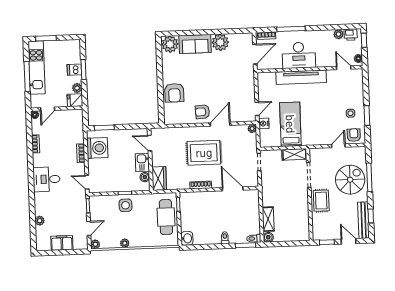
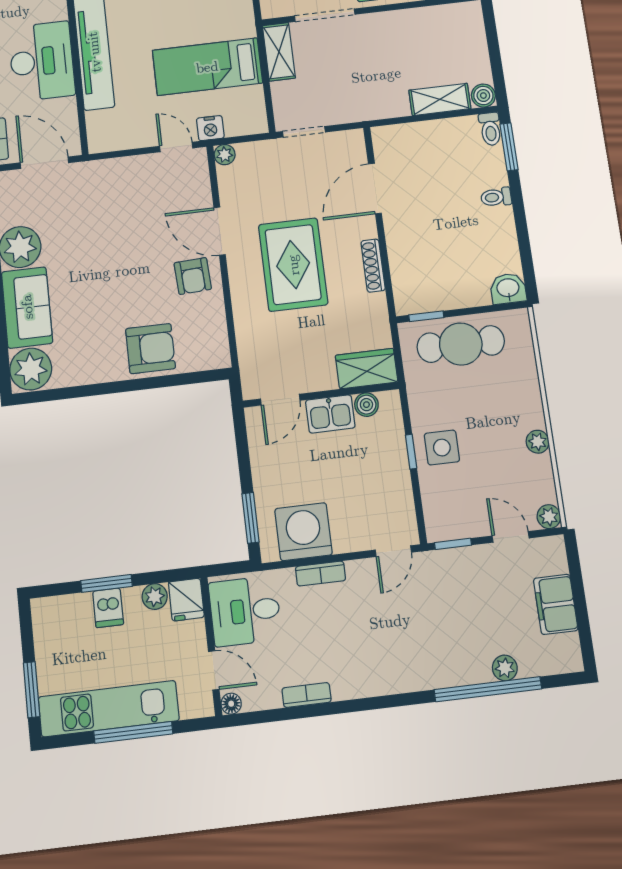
desk: (47, 179) -> (245, 611), moved, turned 90
window: (32, 213) -> (488, 689), added

